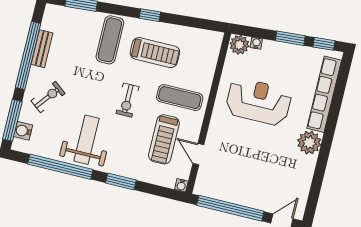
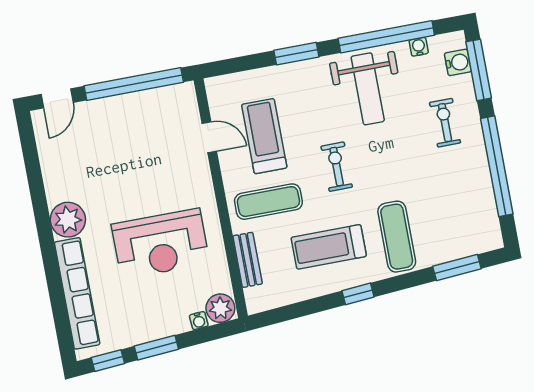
bench: (42, 49) -> (248, 260), moved
exercise bike: (48, 97) -> (445, 123), turned 142
water cooler: (181, 185) -> (419, 47), moved

